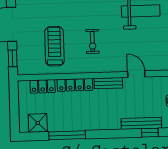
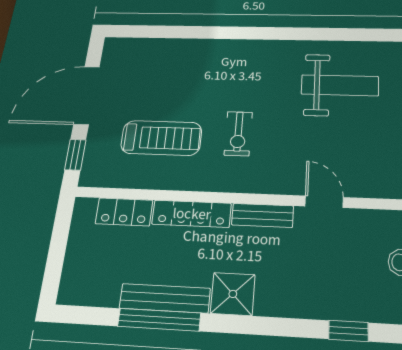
treadmill: (54, 46) -> (161, 138), turned 90
shower: (38, 123) -> (233, 294), moved
bench: (141, 123) -> (165, 298), moved

